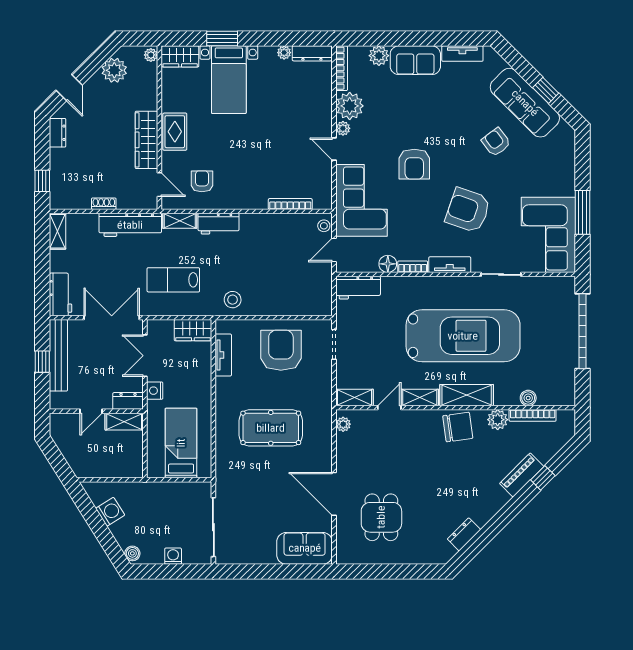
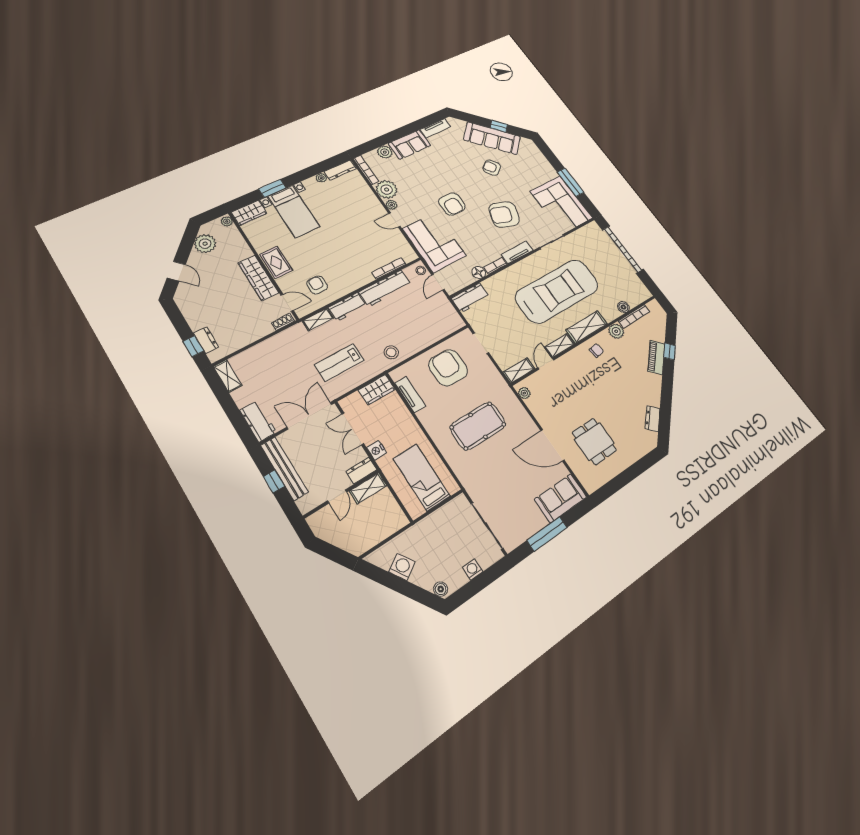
dresser: (58, 133) -> (206, 340), moved
shoe rack: (104, 204) -> (283, 322), moved
workbench: (130, 225) -> (385, 288), moved
chair: (458, 427) -> (596, 350), width x0.54, depth x0.54
window: (266, 572) -> (547, 534), added

